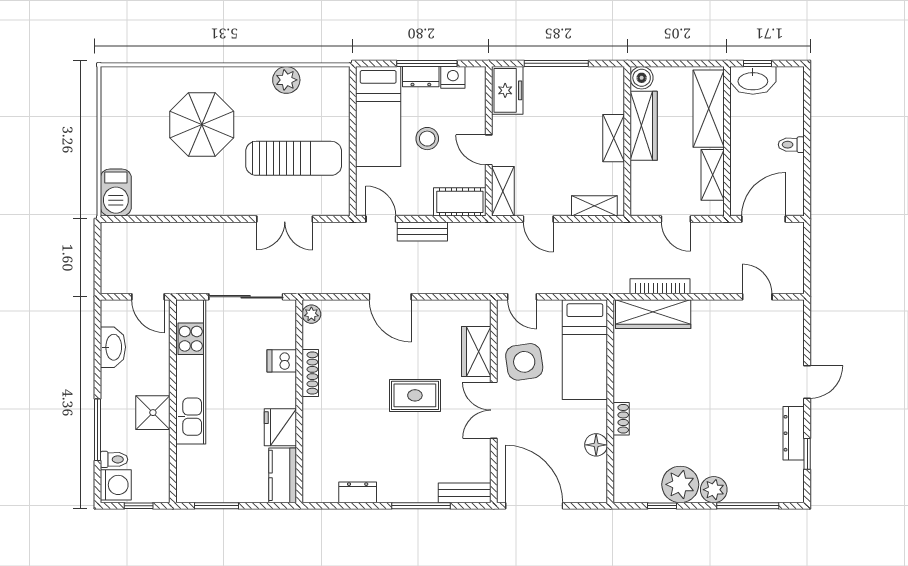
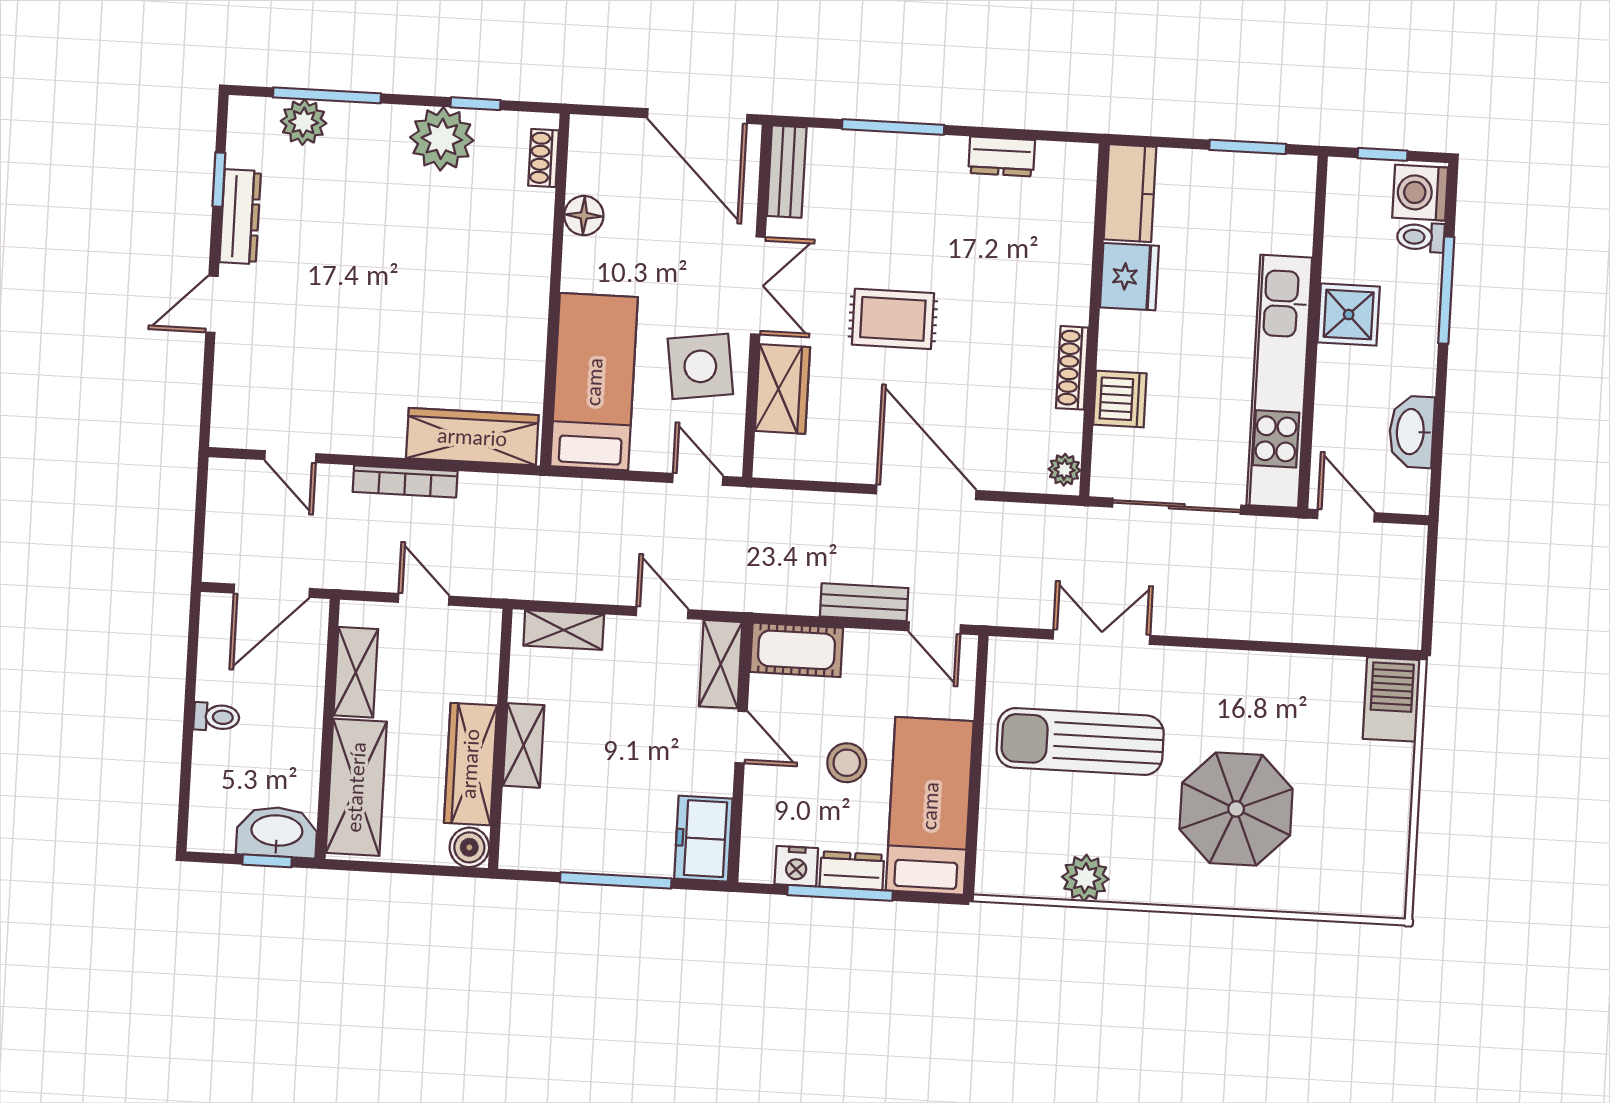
bookcase: (660, 286) -> (405, 481), moved
door: (390, 297) -> (926, 492), width x1.36
dishwasher: (282, 361) -> (1120, 399), width x1.38
shoe rack: (621, 419) -> (543, 158), moved
plant: (714, 490) -> (304, 122), moved
bench: (465, 493) -> (787, 172), moved, turned 90

